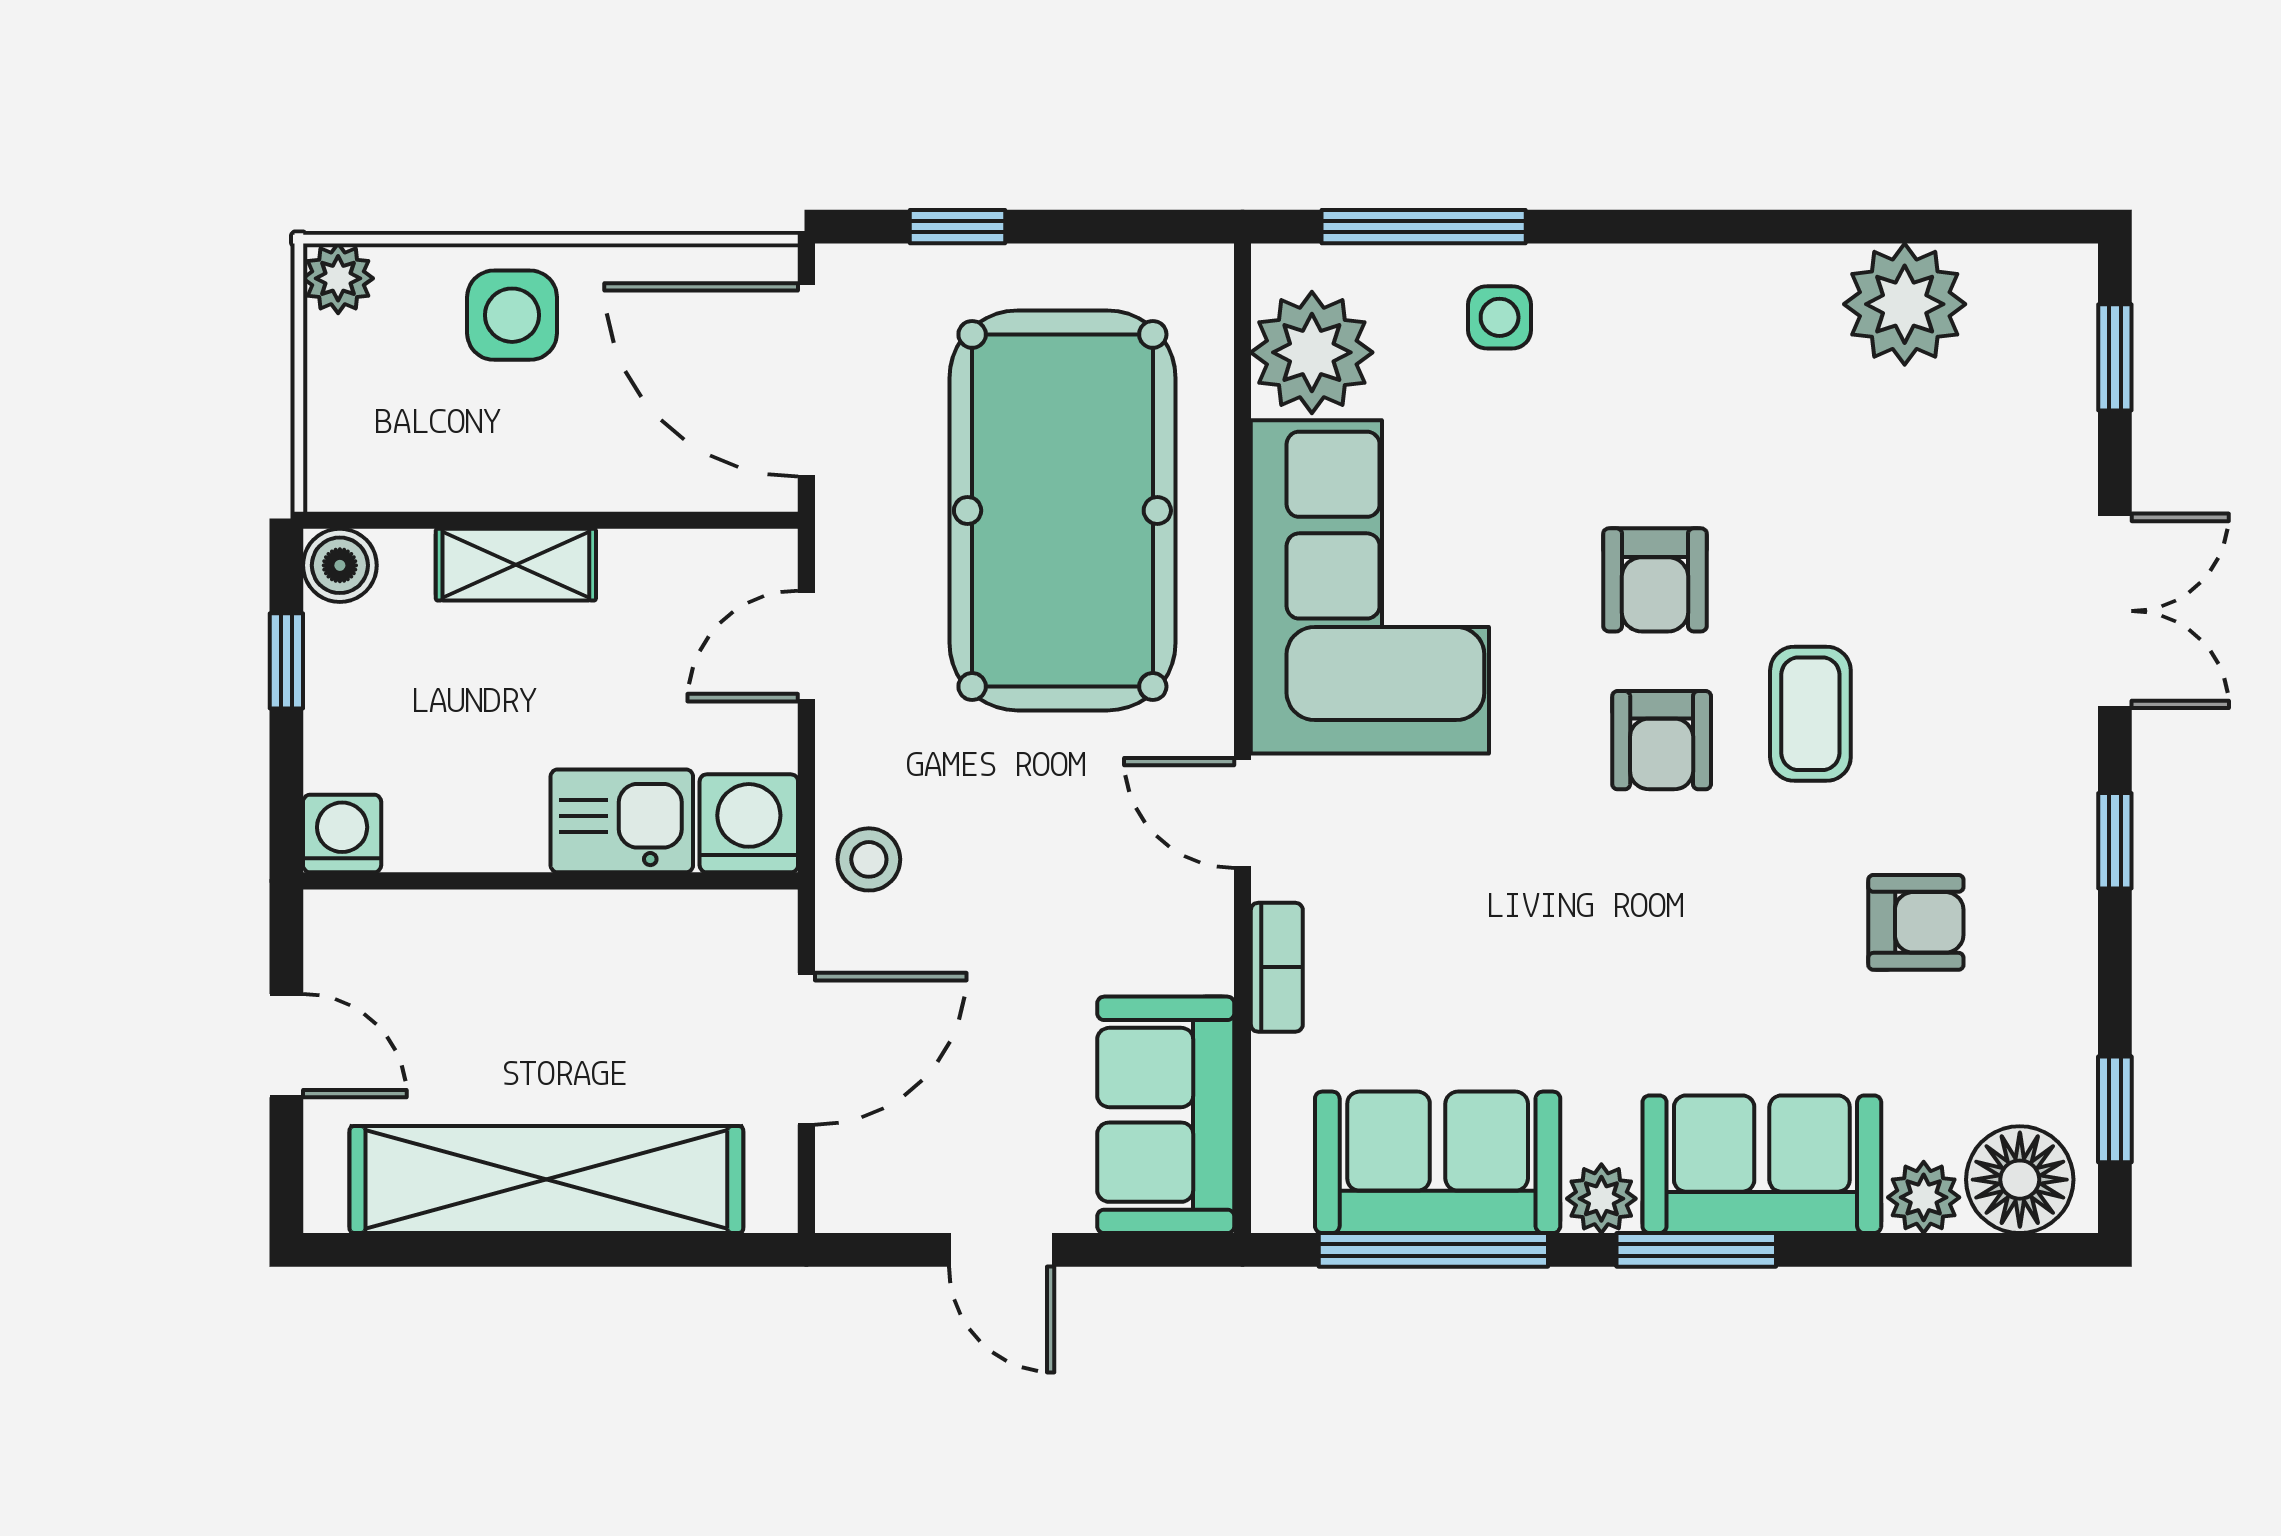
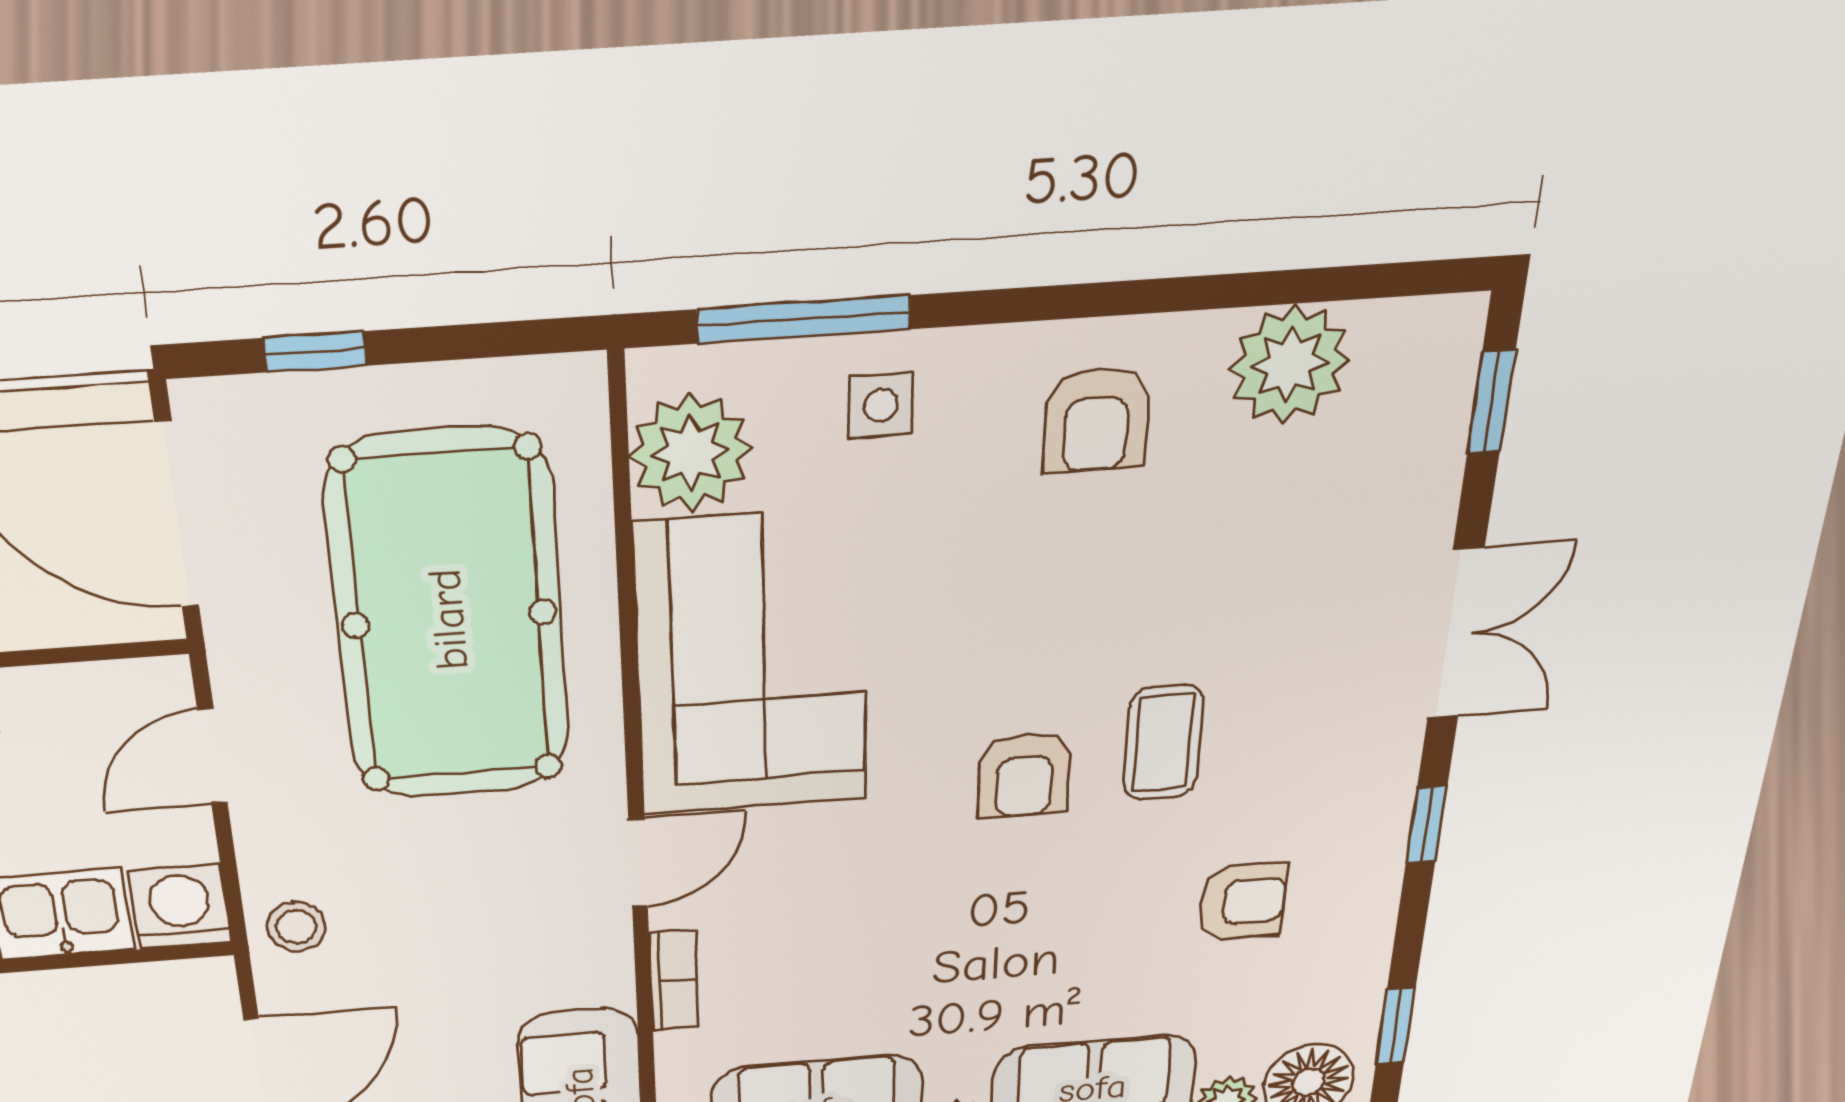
armchair: (1655, 580) -> (1096, 420), moved
door: (1243, 813) -> (638, 863), swing flipped

